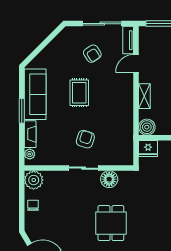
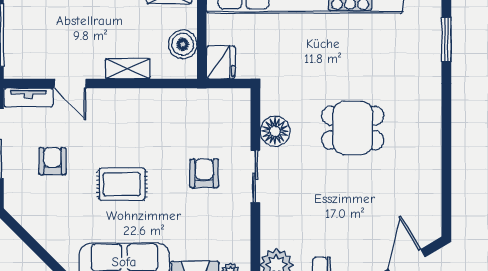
armchair: (92, 54) -> (52, 161), turned -57
boiler: (147, 127) -> (183, 44), moved
armchair: (85, 139) -> (204, 173), turned 73

